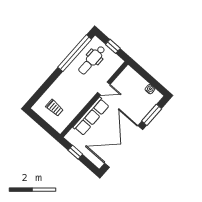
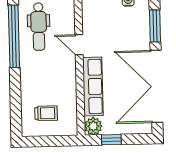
door: (104, 88) -> (79, 45), swing flipped
plant: (72, 137) -> (93, 126), added

